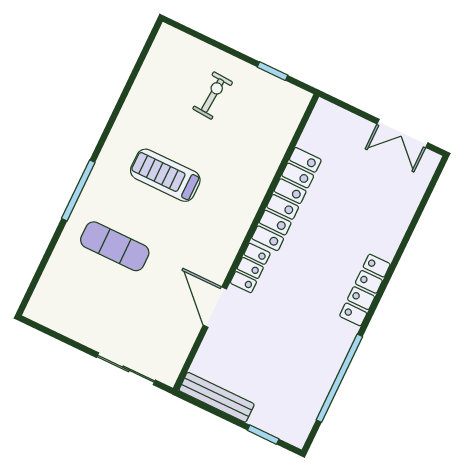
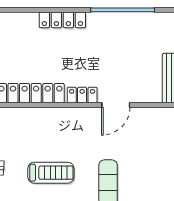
treadmill: (165, 175) -> (51, 173), turned -90

